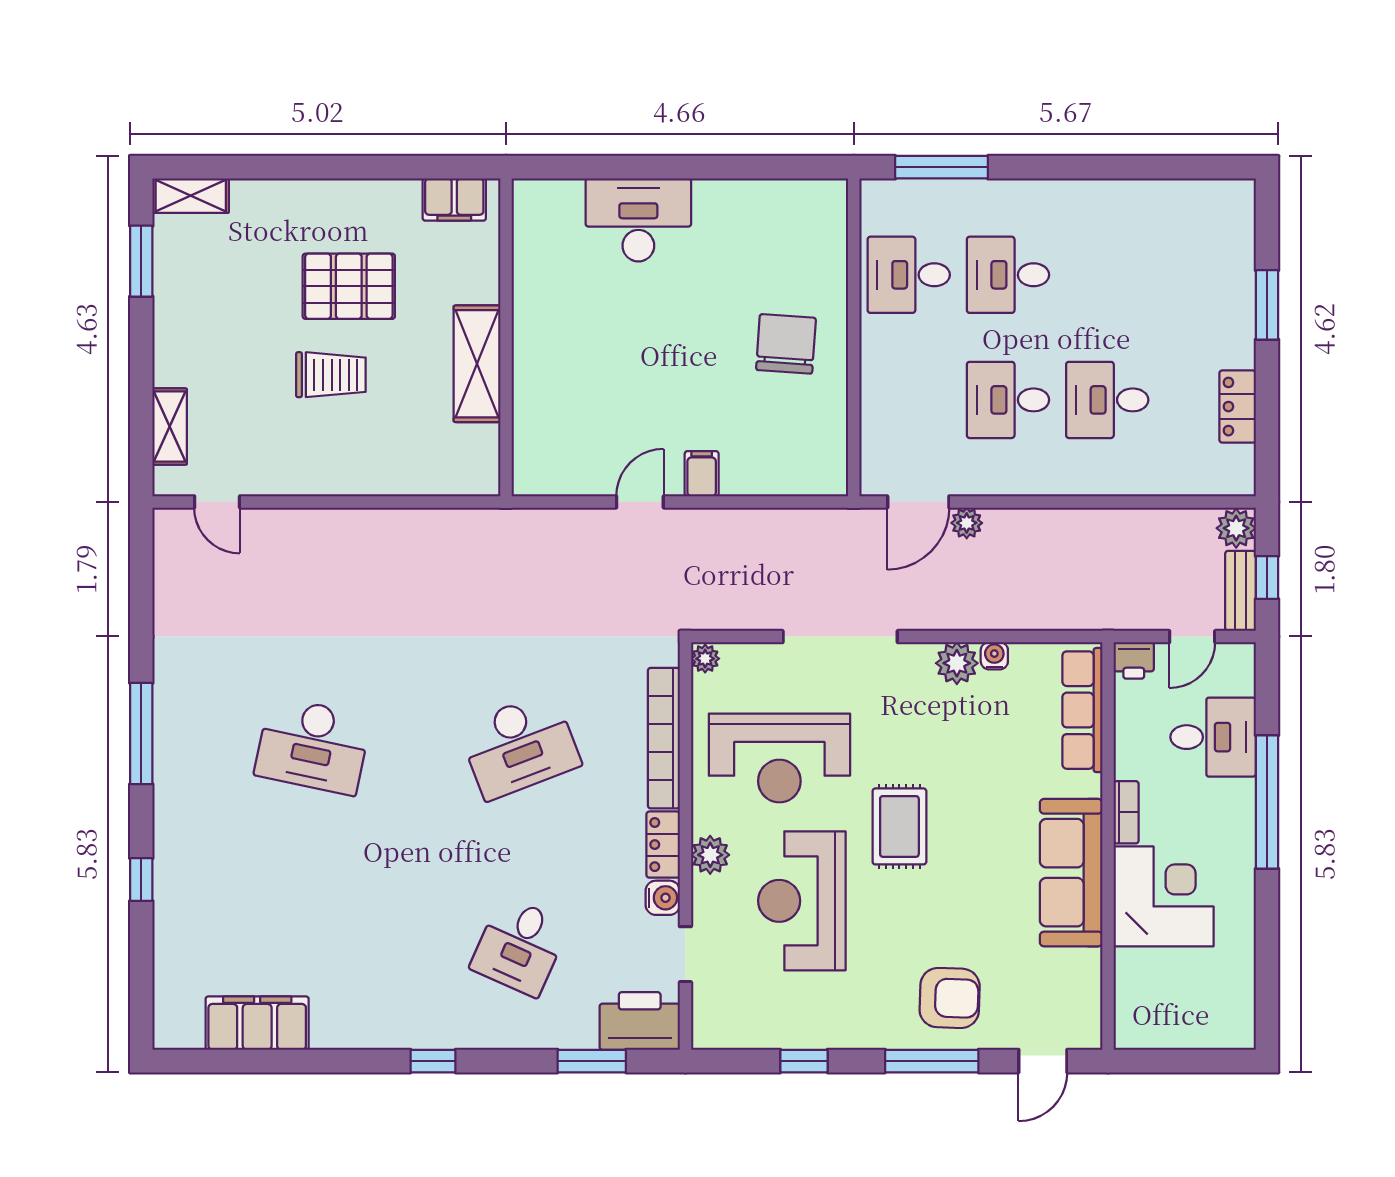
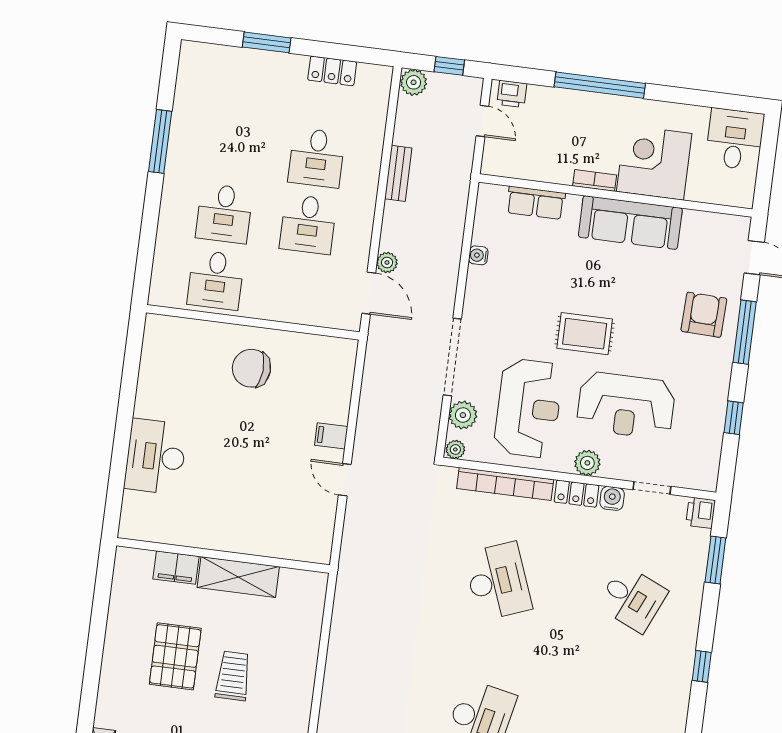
window: (942, 167) -> (160, 141), moved
filing cabinet: (454, 200) -> (176, 568), moved, turned 90
bench: (1240, 591) -> (398, 173), moved, turned 90
printer: (1134, 660) -> (512, 94), moved, turned 90
plant: (957, 663) -> (463, 415), moved
row of seats: (1082, 710) -> (536, 203), width x0.68
desk: (1213, 737) -> (735, 139), moved
printer: (640, 1021) -> (701, 513), width x0.53, depth x0.68

